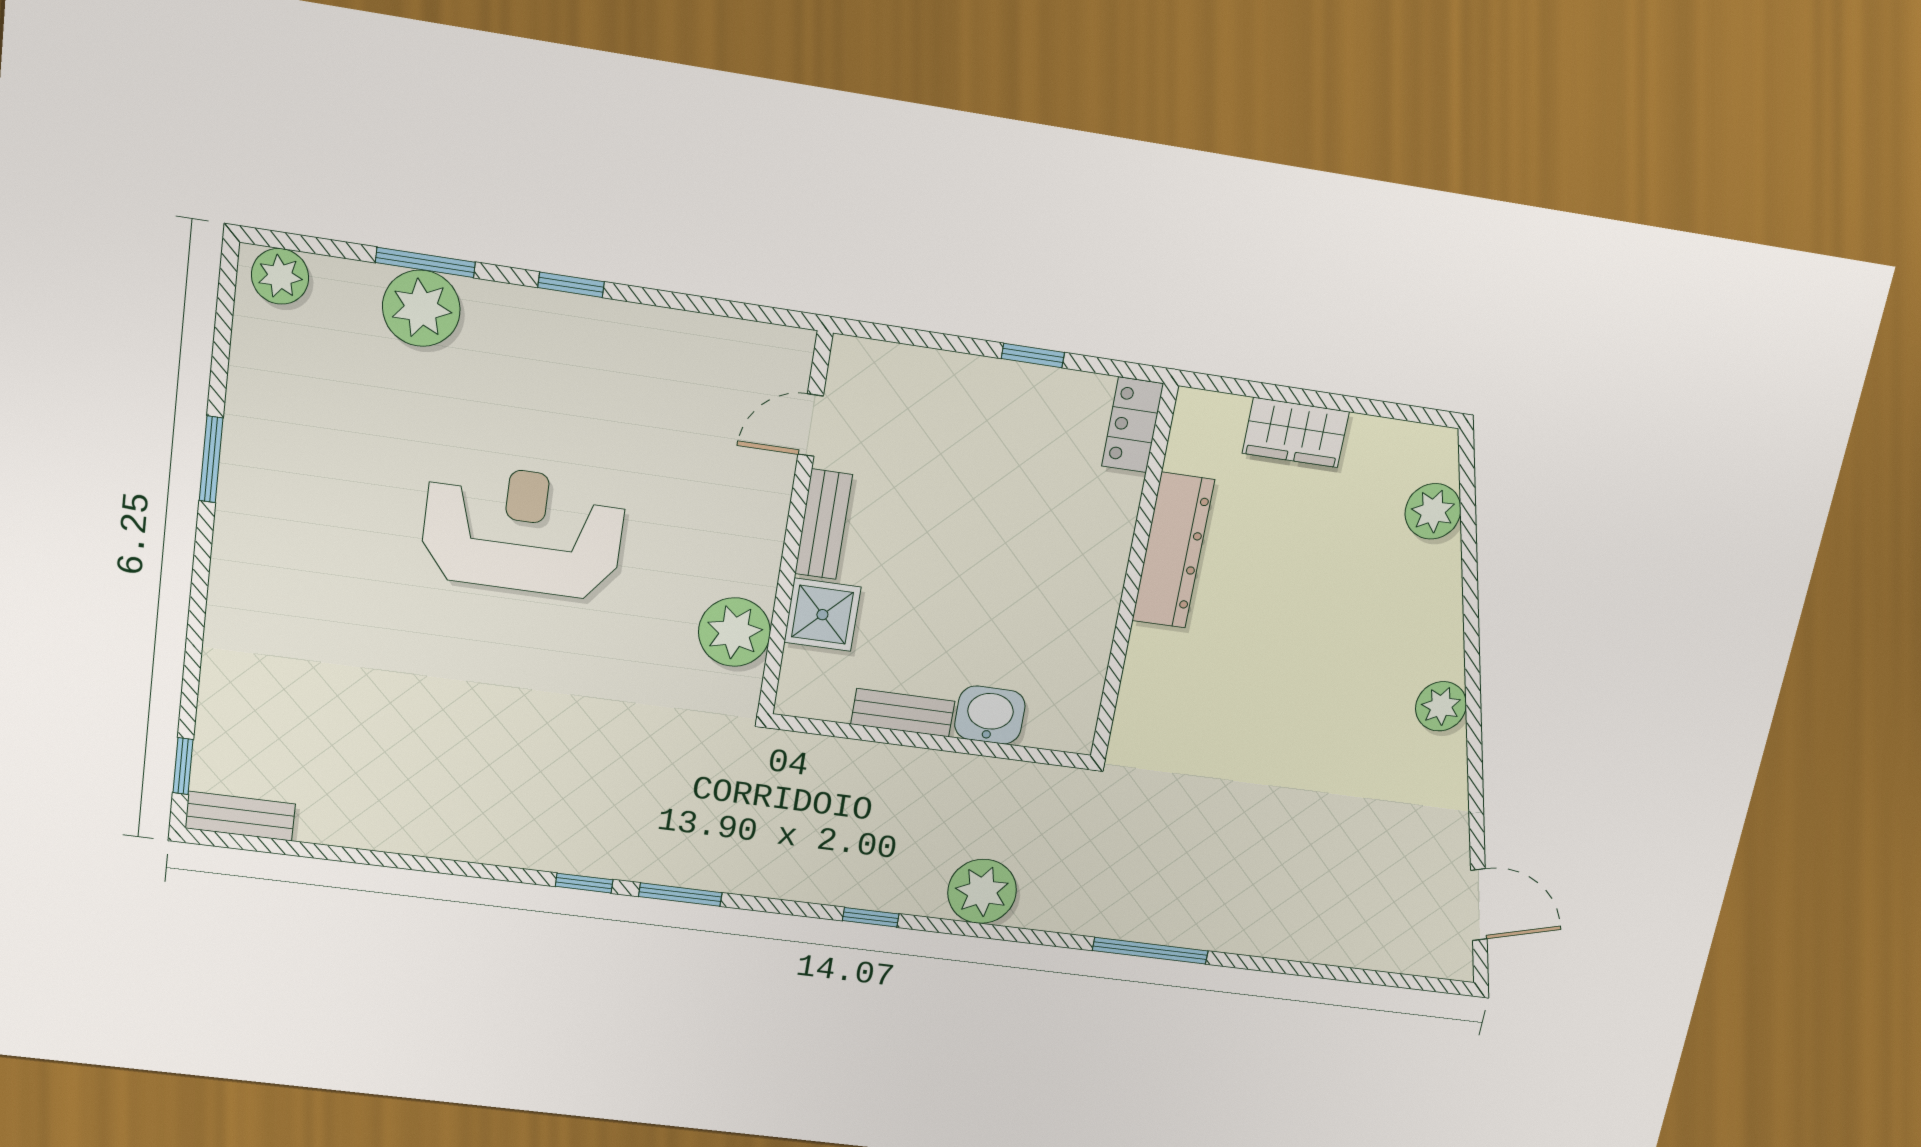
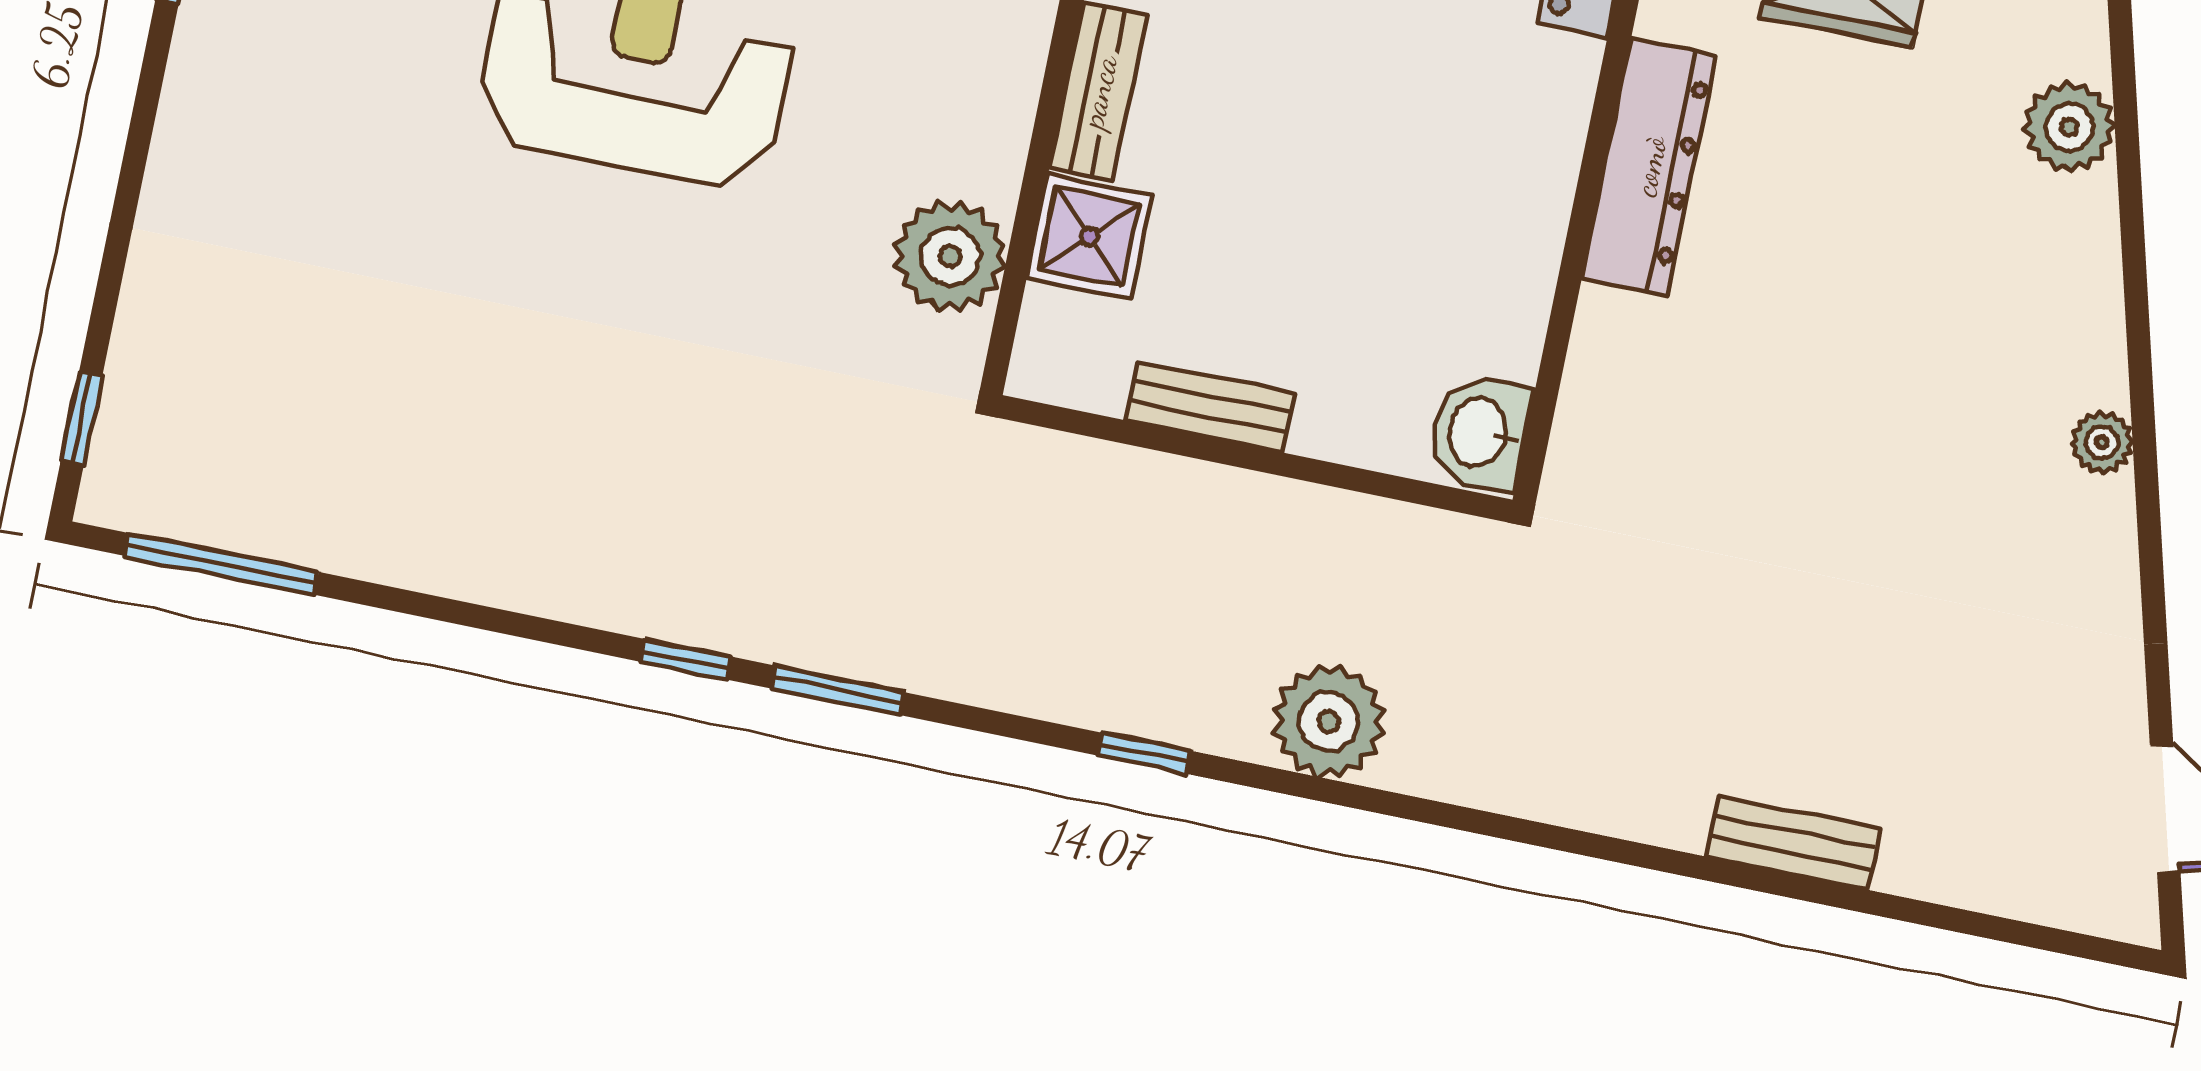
plant: (1441, 706) -> (2102, 442), width x0.73, depth x0.73
washbasin: (990, 715) -> (1480, 433), moved, turned -90
bench: (240, 816) -> (1793, 842), moved
window: (1150, 951) -> (221, 564), moved

